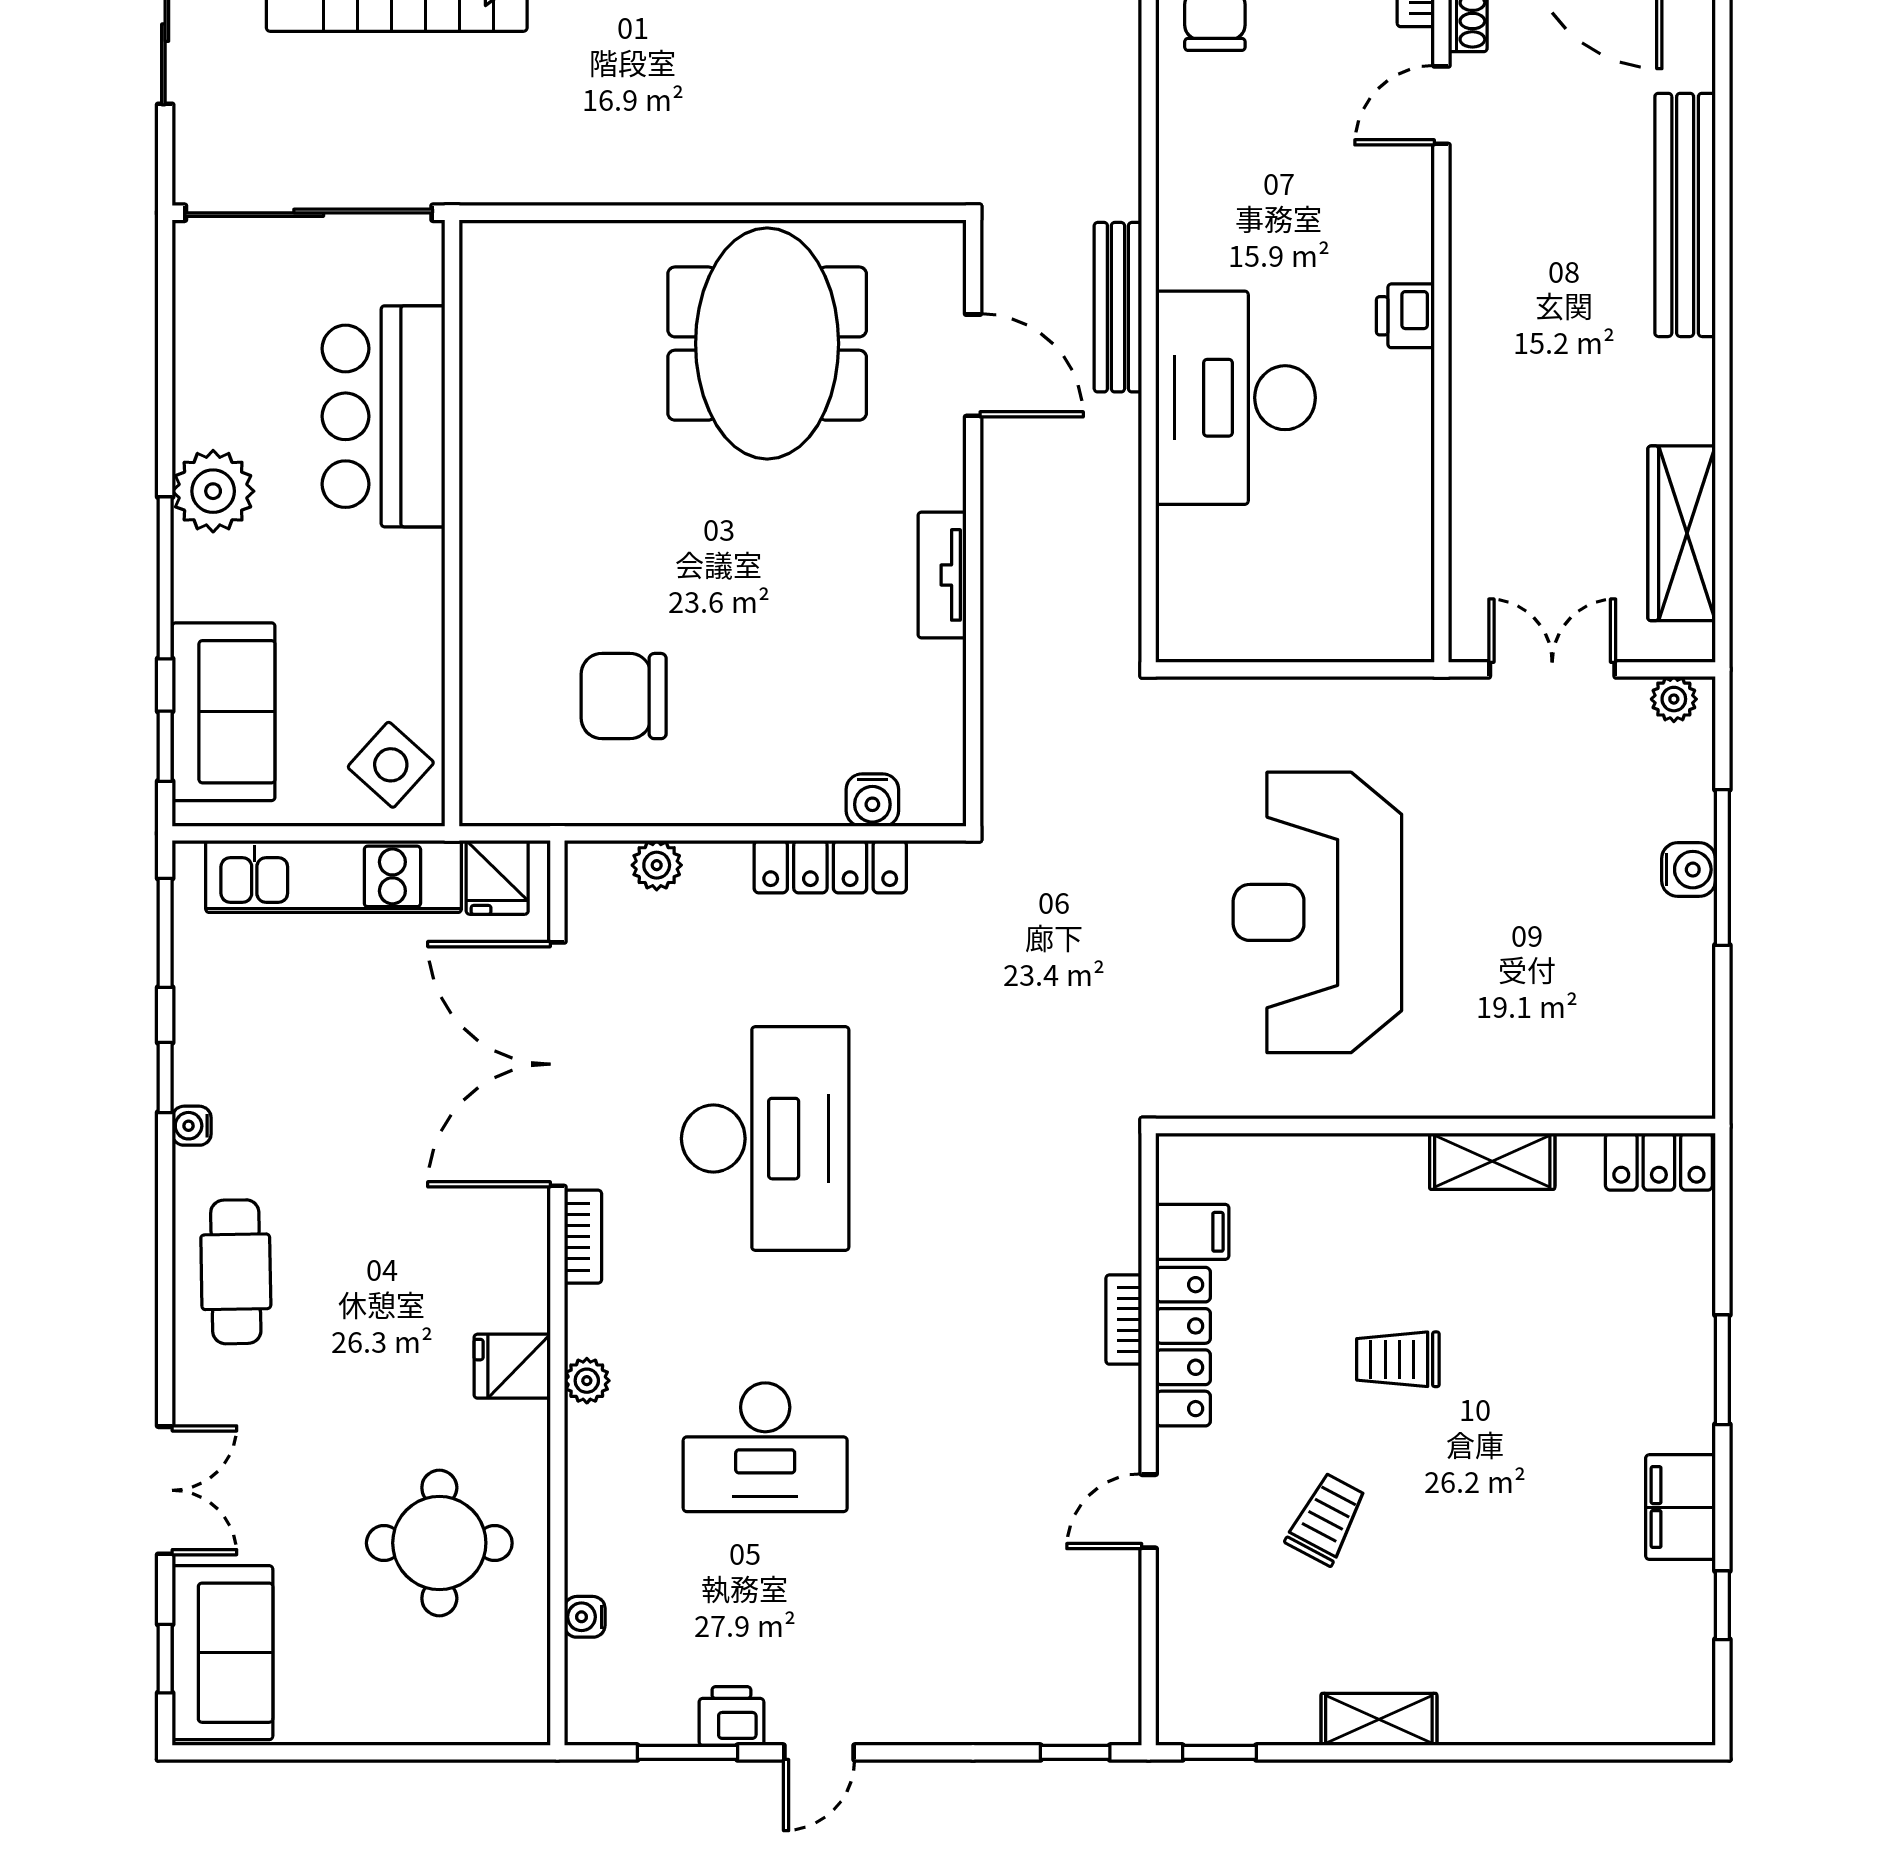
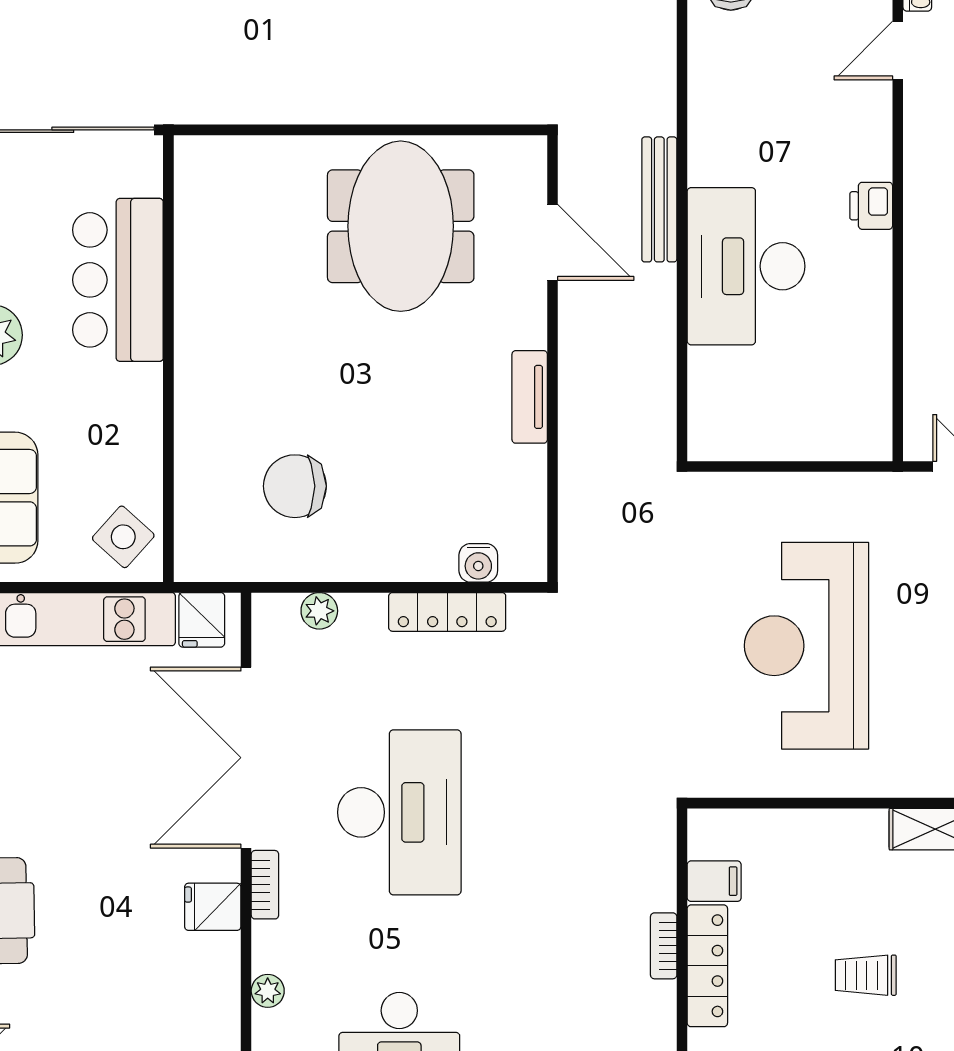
fridge: (512, 1366) -> (213, 907), moved

